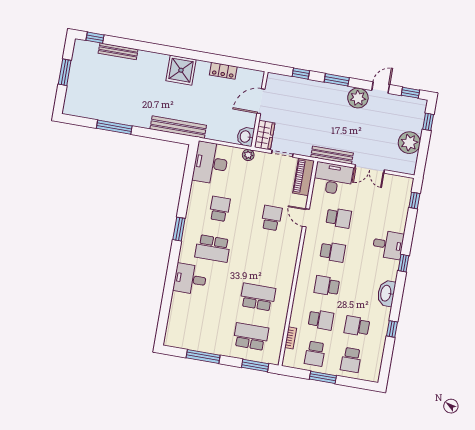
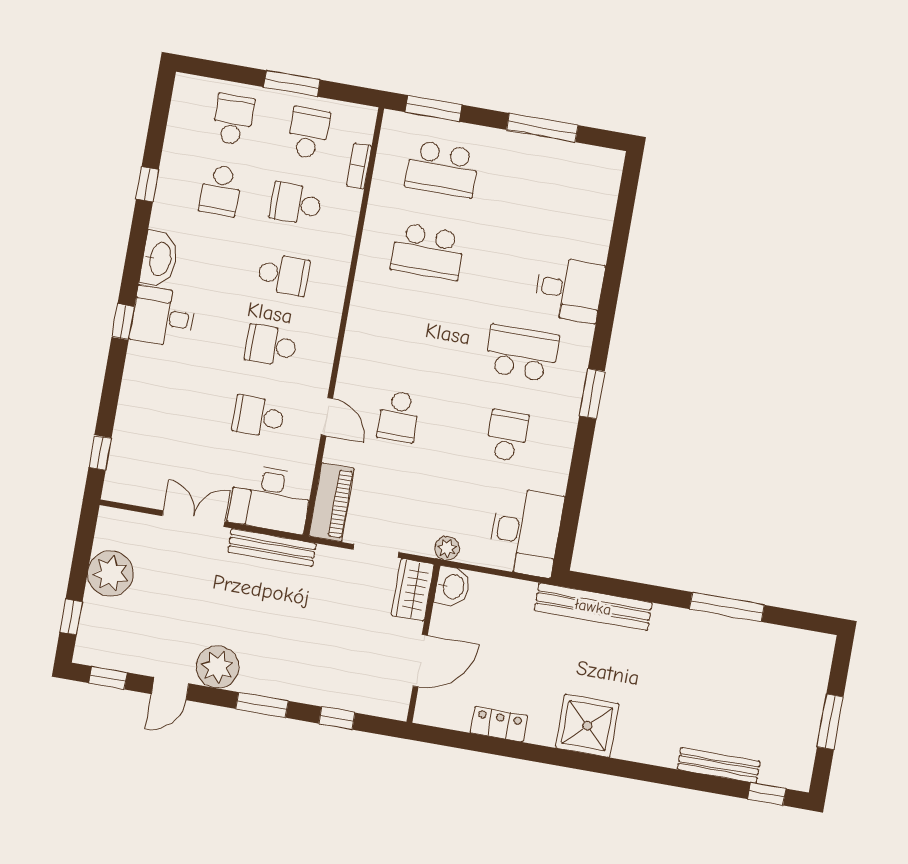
school desk: (220, 209) -> (507, 436), turned 180
desk: (388, 245) -> (163, 317), moved
school desk: (357, 326) -> (221, 190), turned 90

